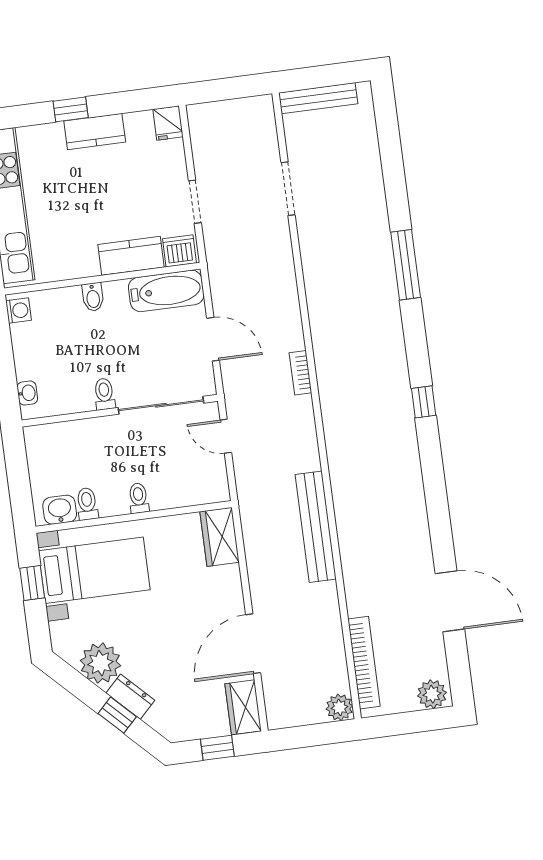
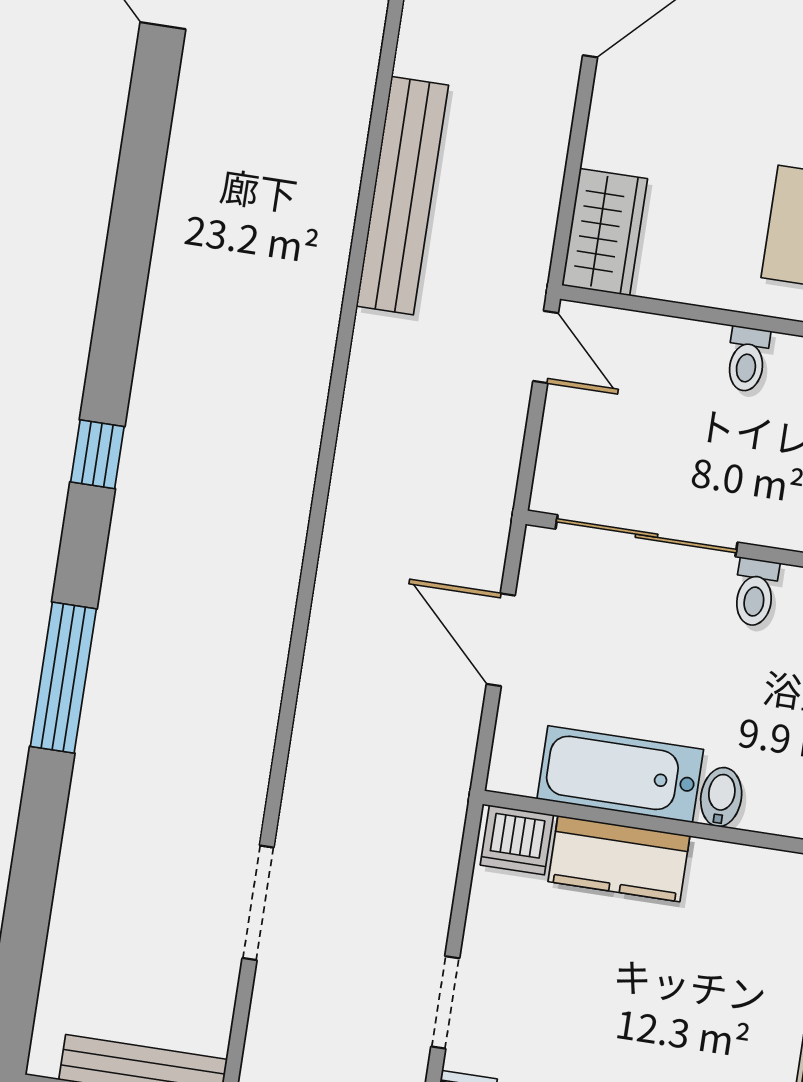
doorway: (195, 202) -> (445, 1002), moved
bathtub: (166, 291) -> (620, 774), moved
bookcase: (300, 373) -> (342, 519), removed
window: (424, 402) -> (97, 454), moved
door: (226, 436) -> (546, 347), moved

